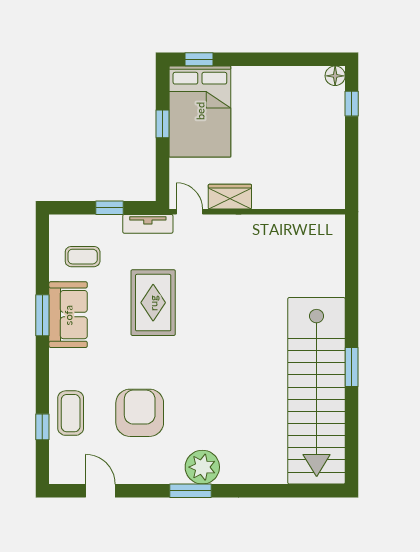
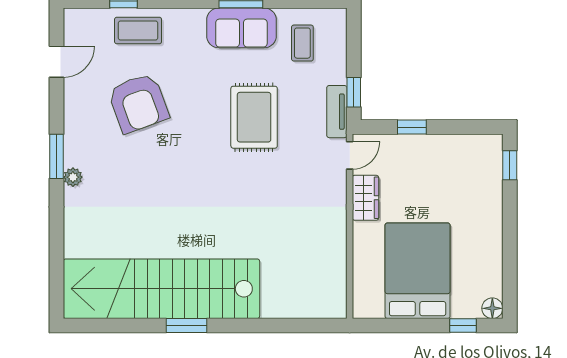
bed: (200, 111) -> (418, 271), moved, turned 90
window: (163, 124) -> (412, 127), moved
window: (109, 208) -> (354, 92), moved
rug: (153, 303) -> (254, 117), turned 90
armchair: (140, 413) -> (138, 103), turned 70
plant: (202, 467) -> (73, 177), width x0.53, depth x0.53

